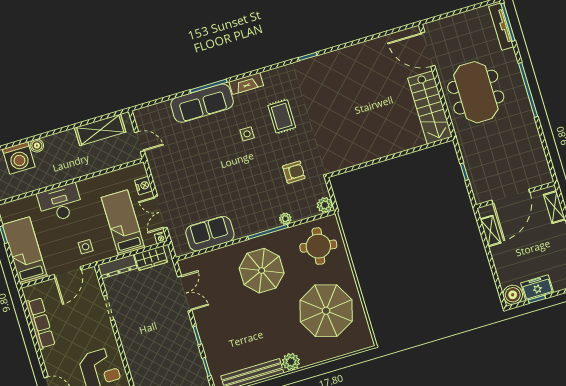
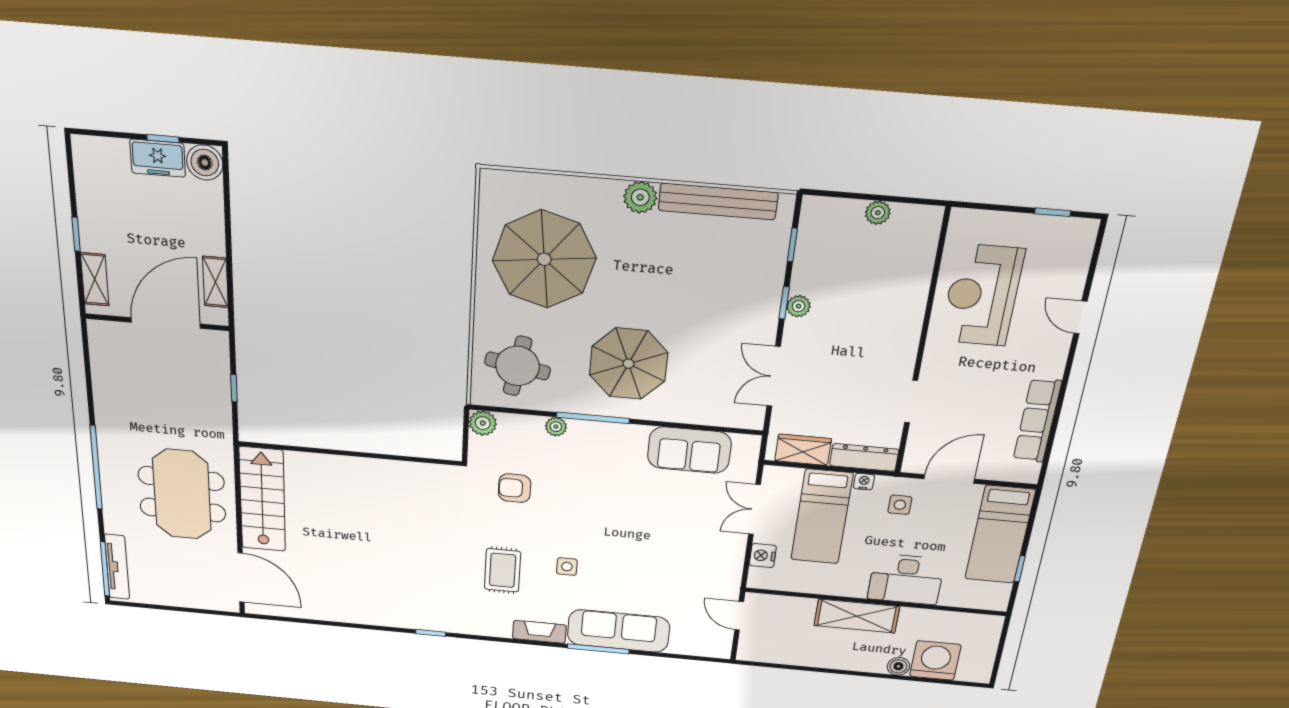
shelving: (100, 130) -> (857, 616), moved
double door: (160, 212) -> (754, 509), swing flipped
nightstand: (161, 238) -> (864, 482), moved
plant: (189, 336) -> (798, 306), added

